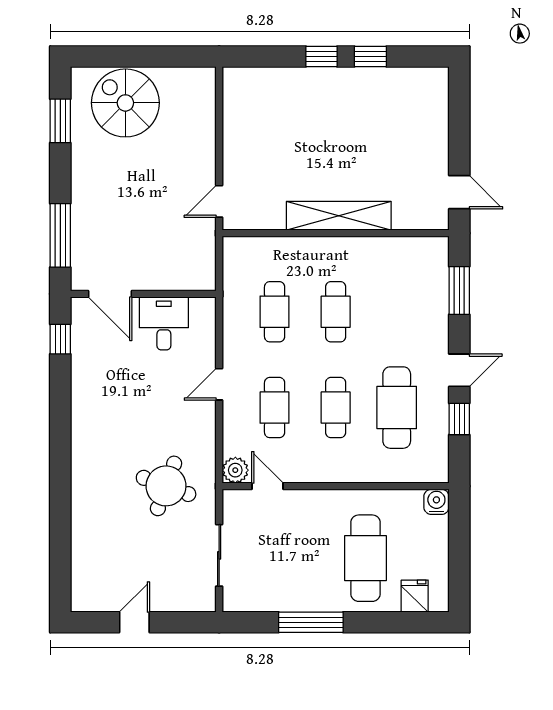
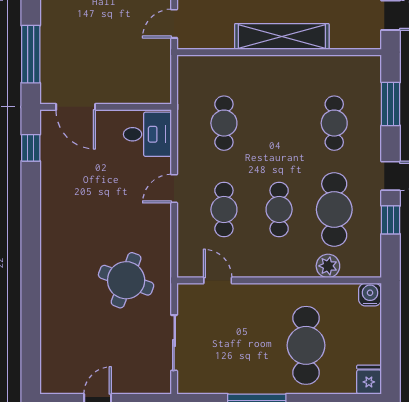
cafe table: (336, 312) -> (334, 123), moved
desk: (164, 323) -> (147, 134), moved, turned 90
plant: (235, 470) -> (328, 266), moved
fridge: (415, 596) -> (369, 380), moved

